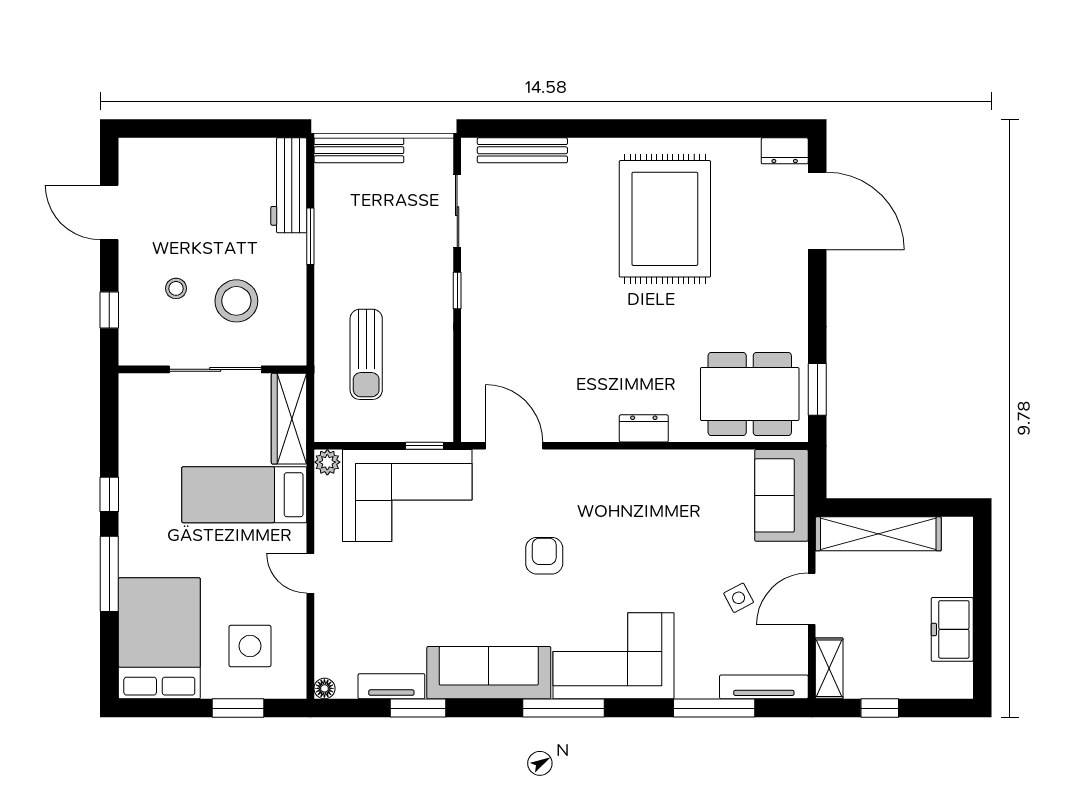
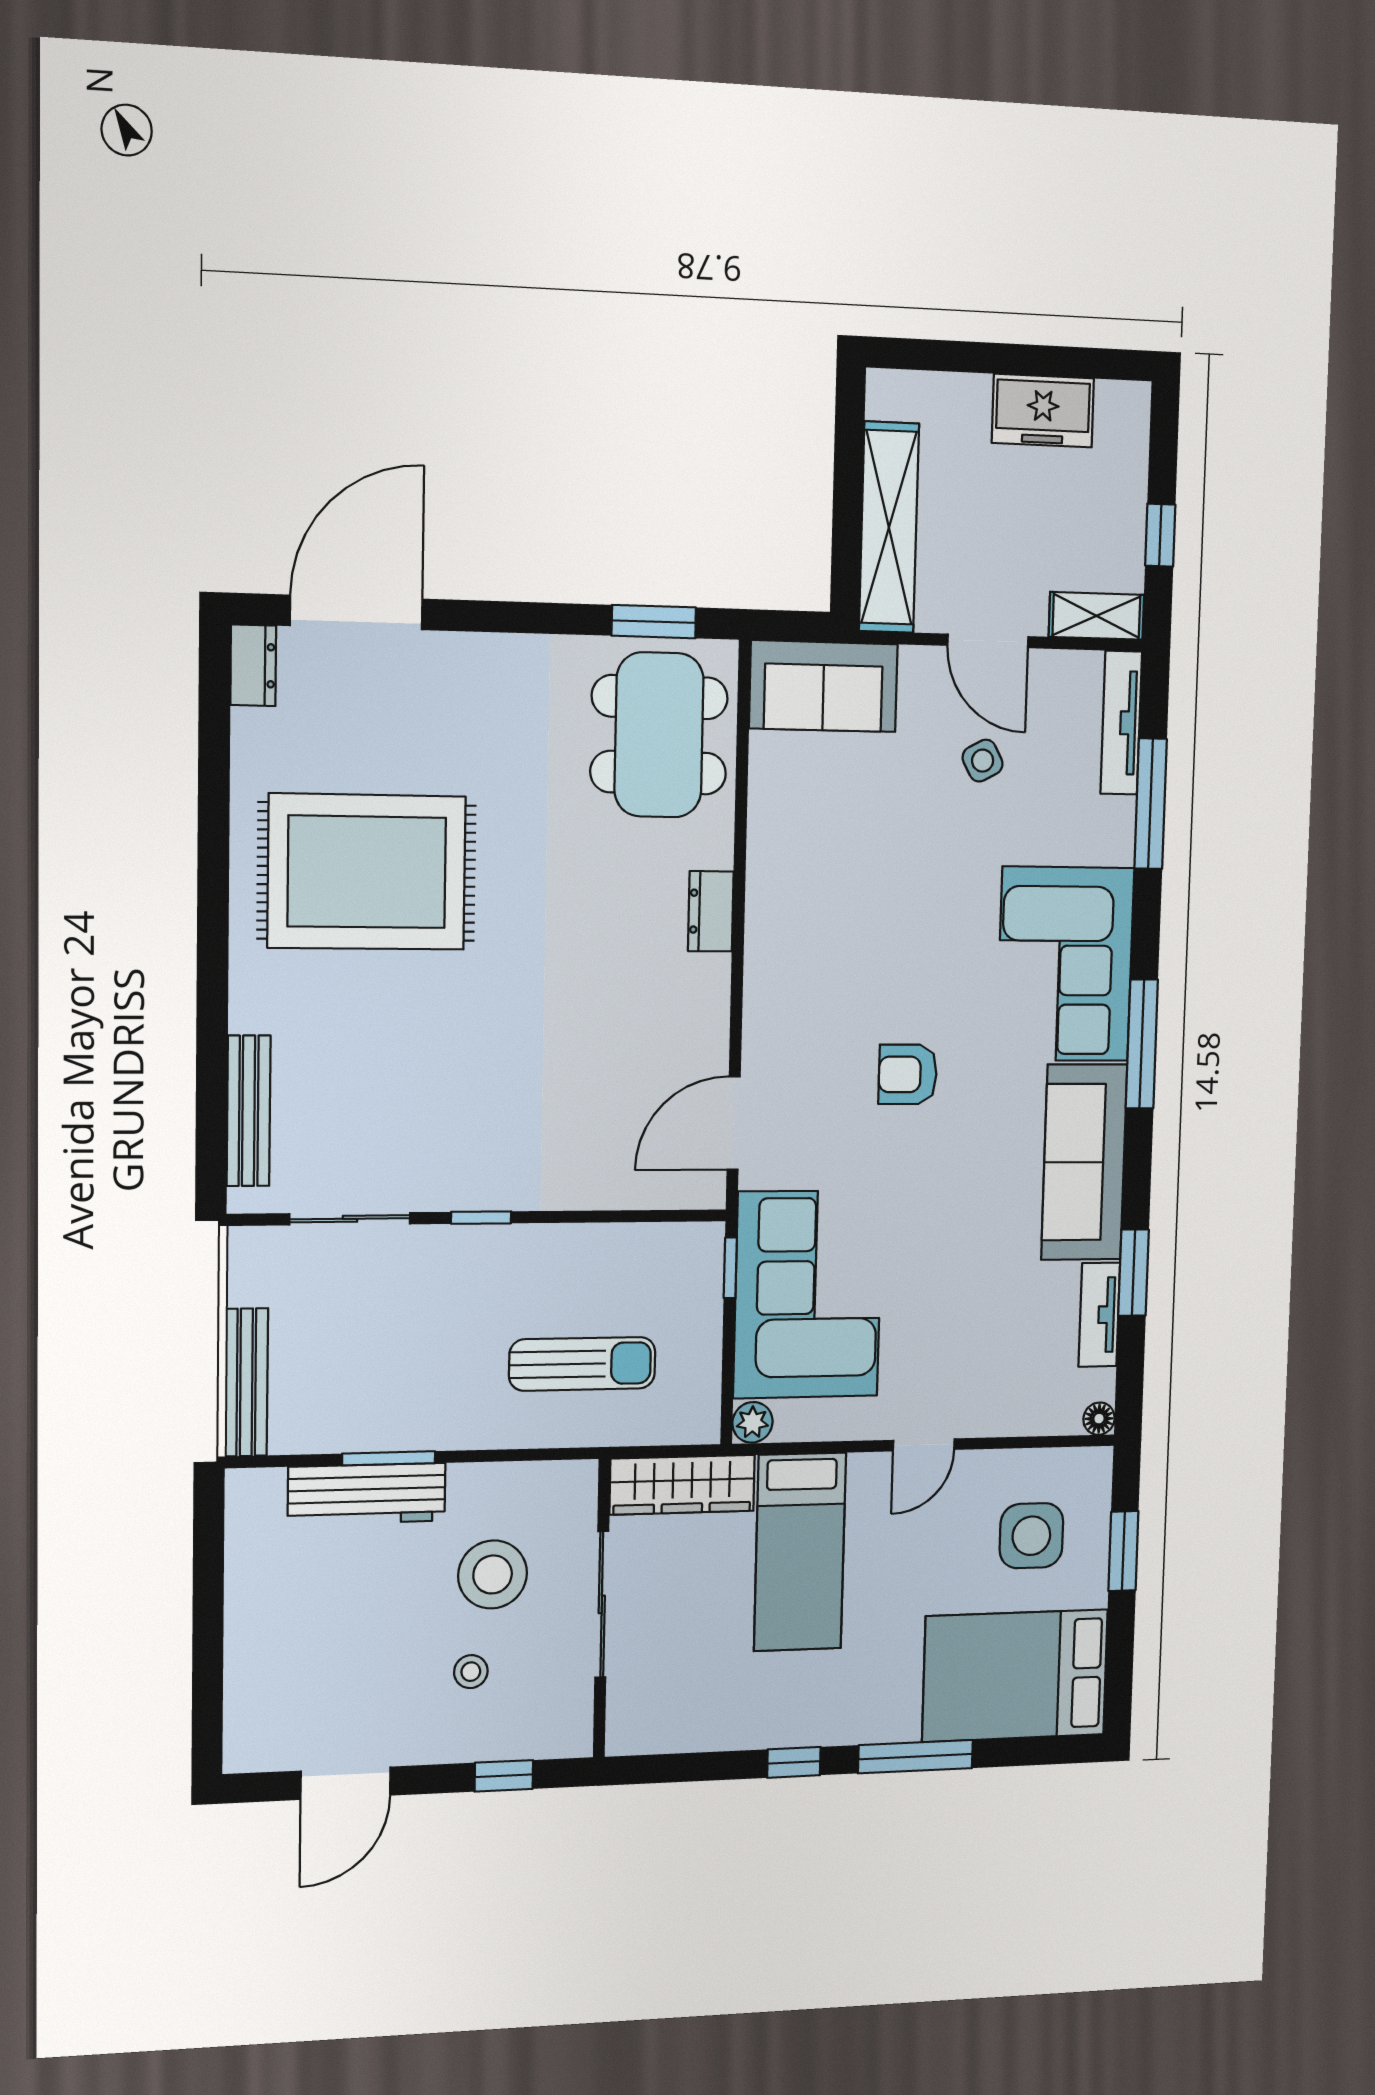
workbench: (289, 185) -> (367, 1494), moved

